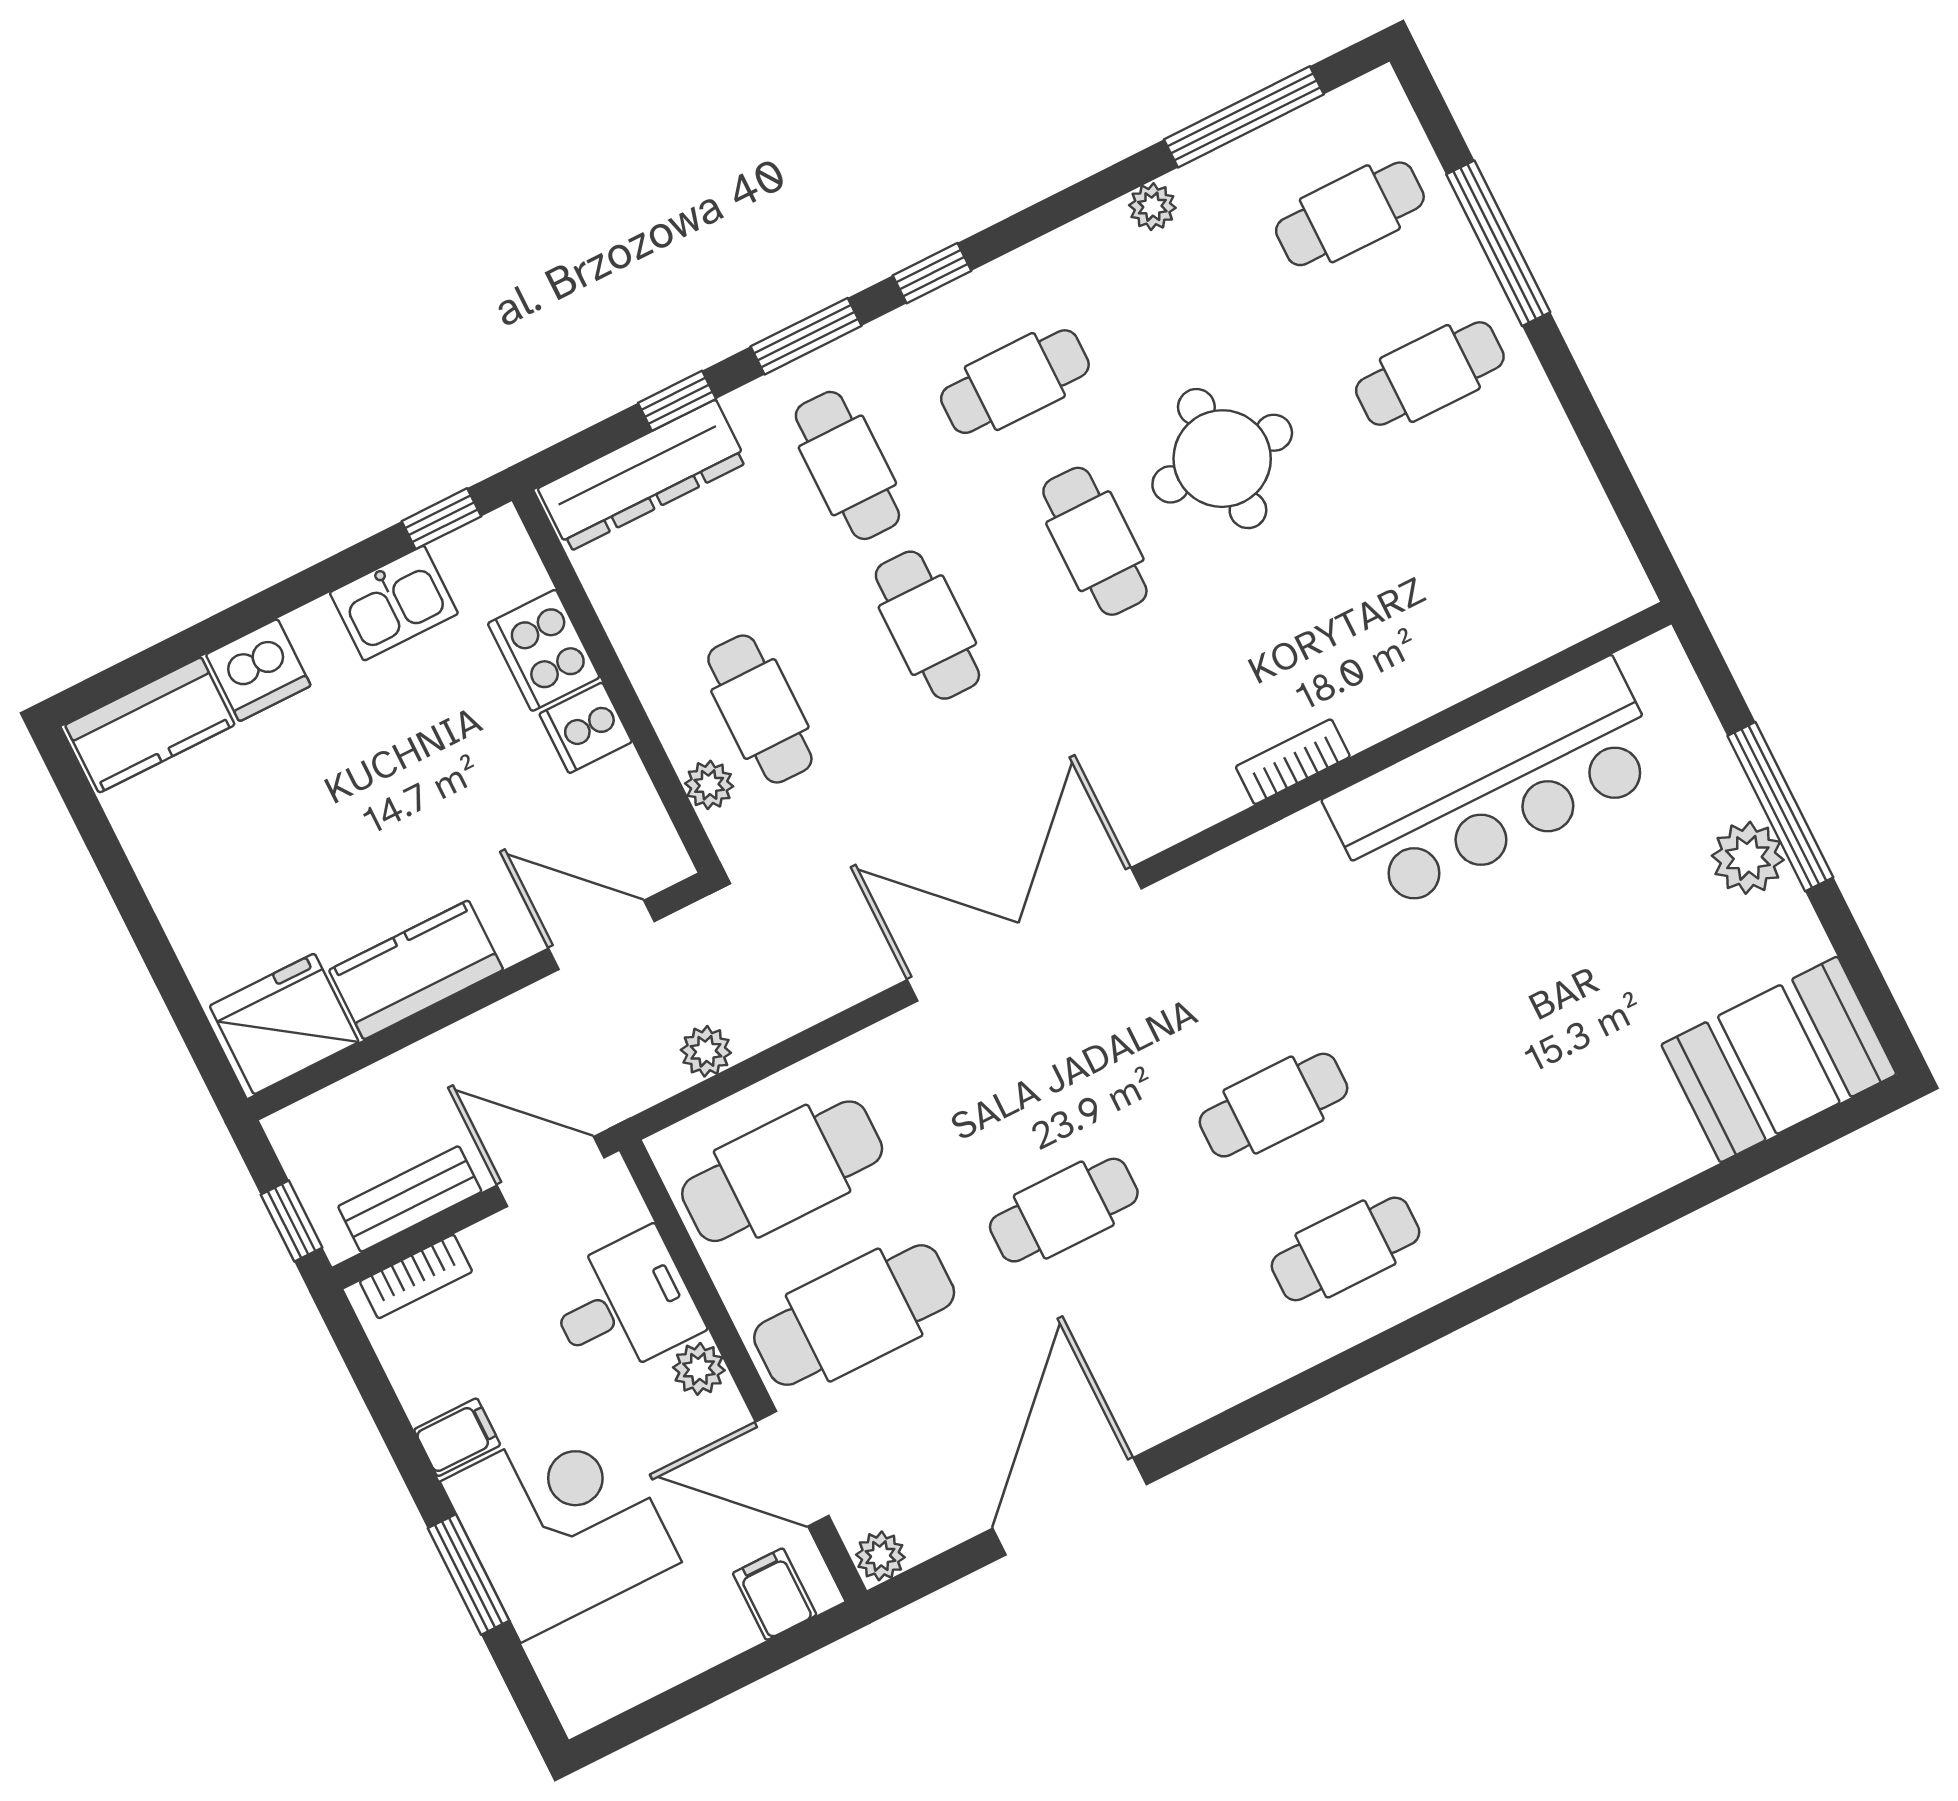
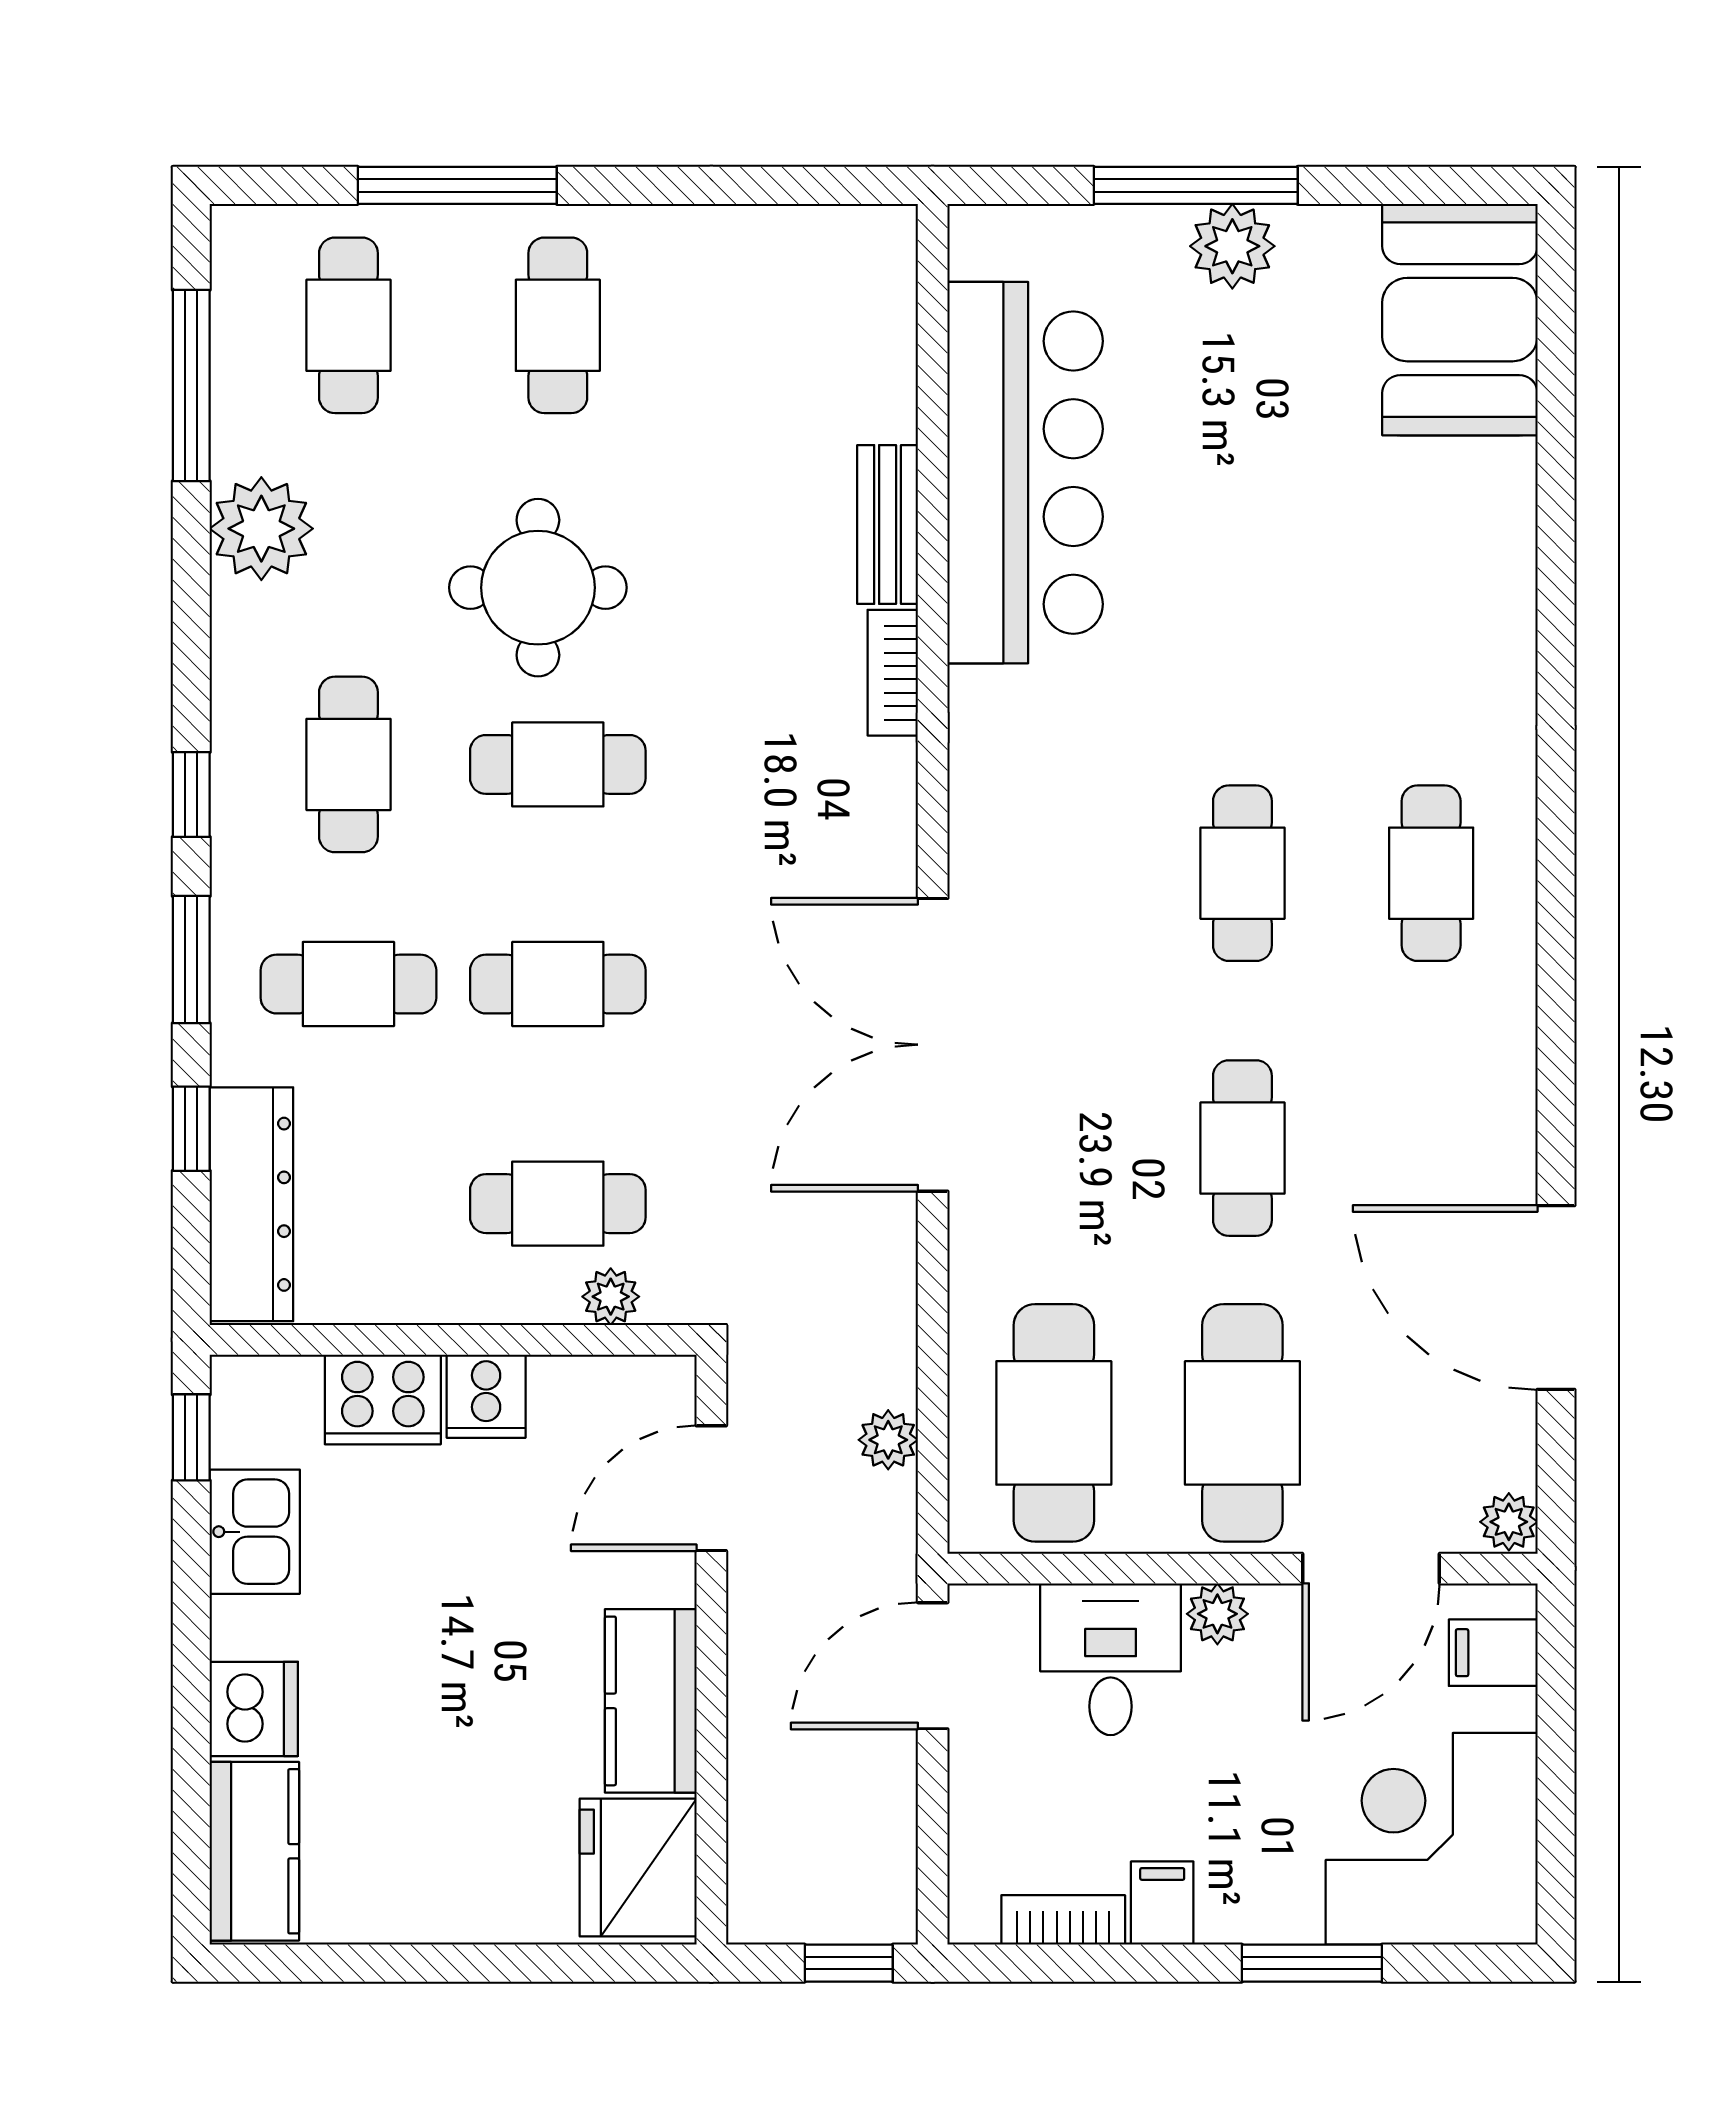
plant: (1152, 207) -> (261, 529), width x1.88, depth x1.88
bench: (410, 1199) -> (888, 524), moved
bookcase: (416, 1277) -> (1063, 1920), moved, turned -90
corner desk: (561, 1522) -> (1432, 1839), moved

